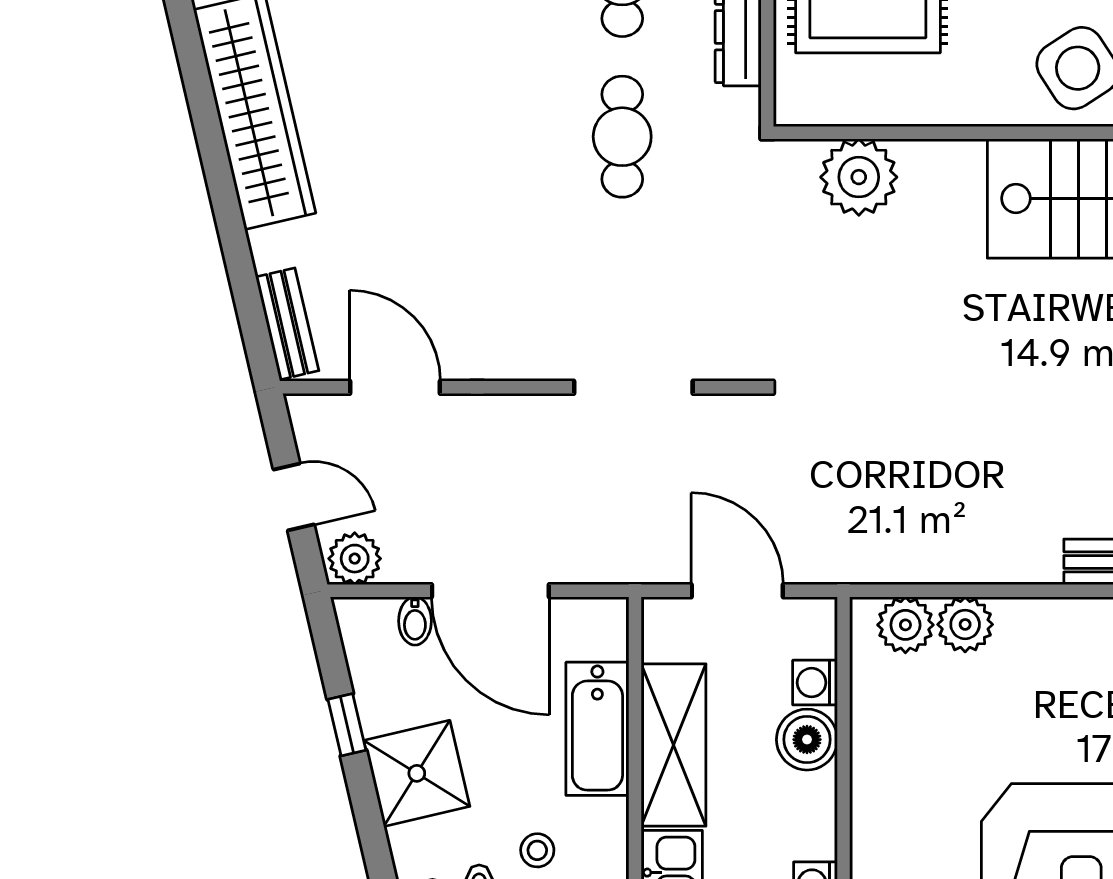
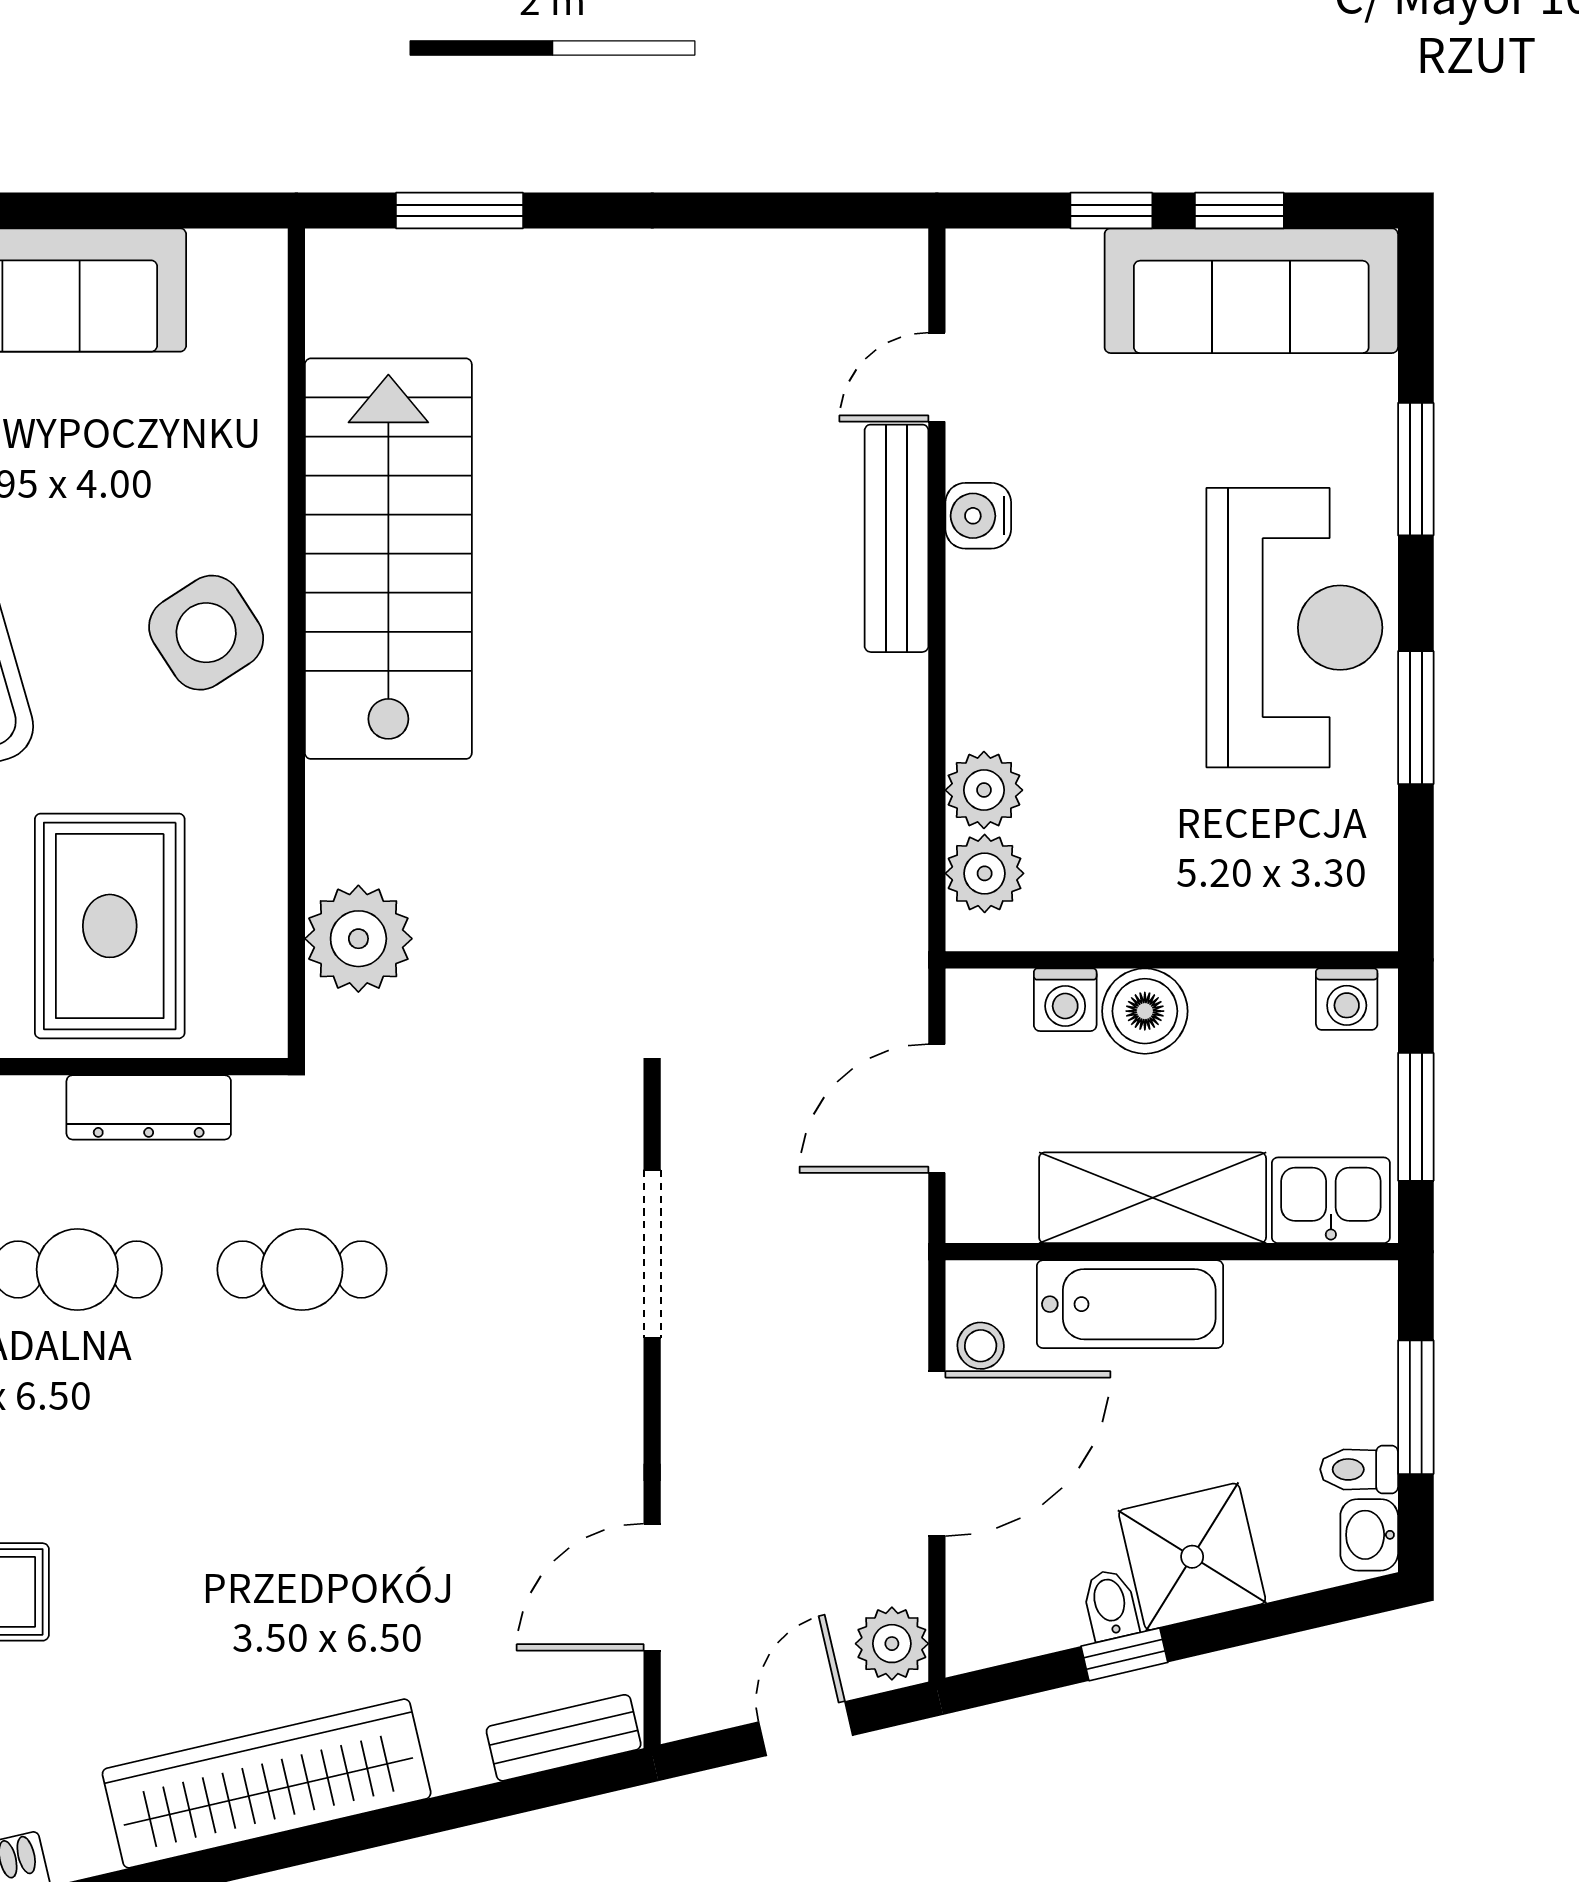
bidet: (415, 621) -> (1110, 1605), moved, turned -103
stool: (537, 850) -> (981, 1346), moved

